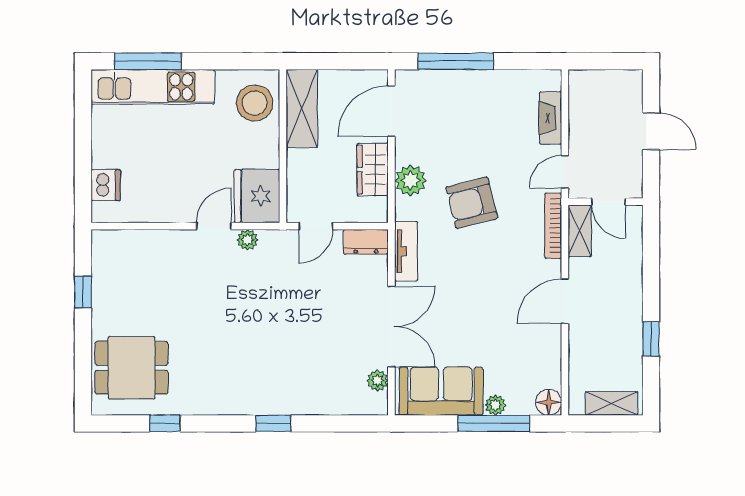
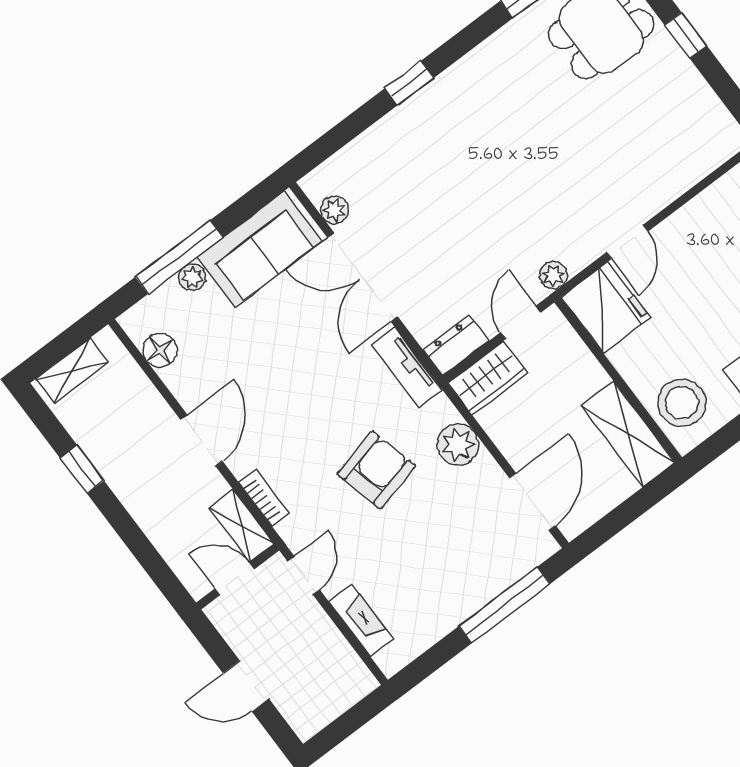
wardrobe: (373, 170) -> (488, 378), moved, turned 90
bookcase: (553, 226) -> (264, 498), width x0.64
plant: (247, 240) -> (553, 275), moved
window: (83, 292) -> (686, 35), moved
floor lamp: (549, 402) -> (160, 350), moved

